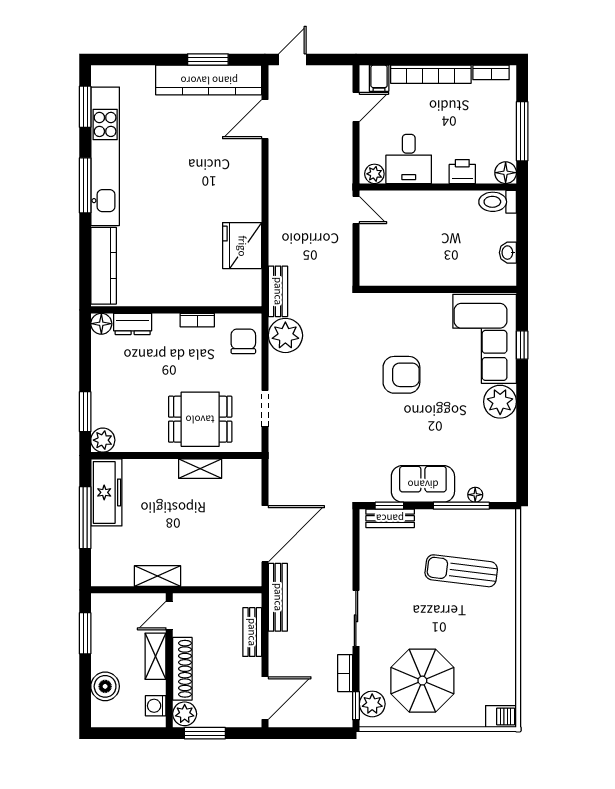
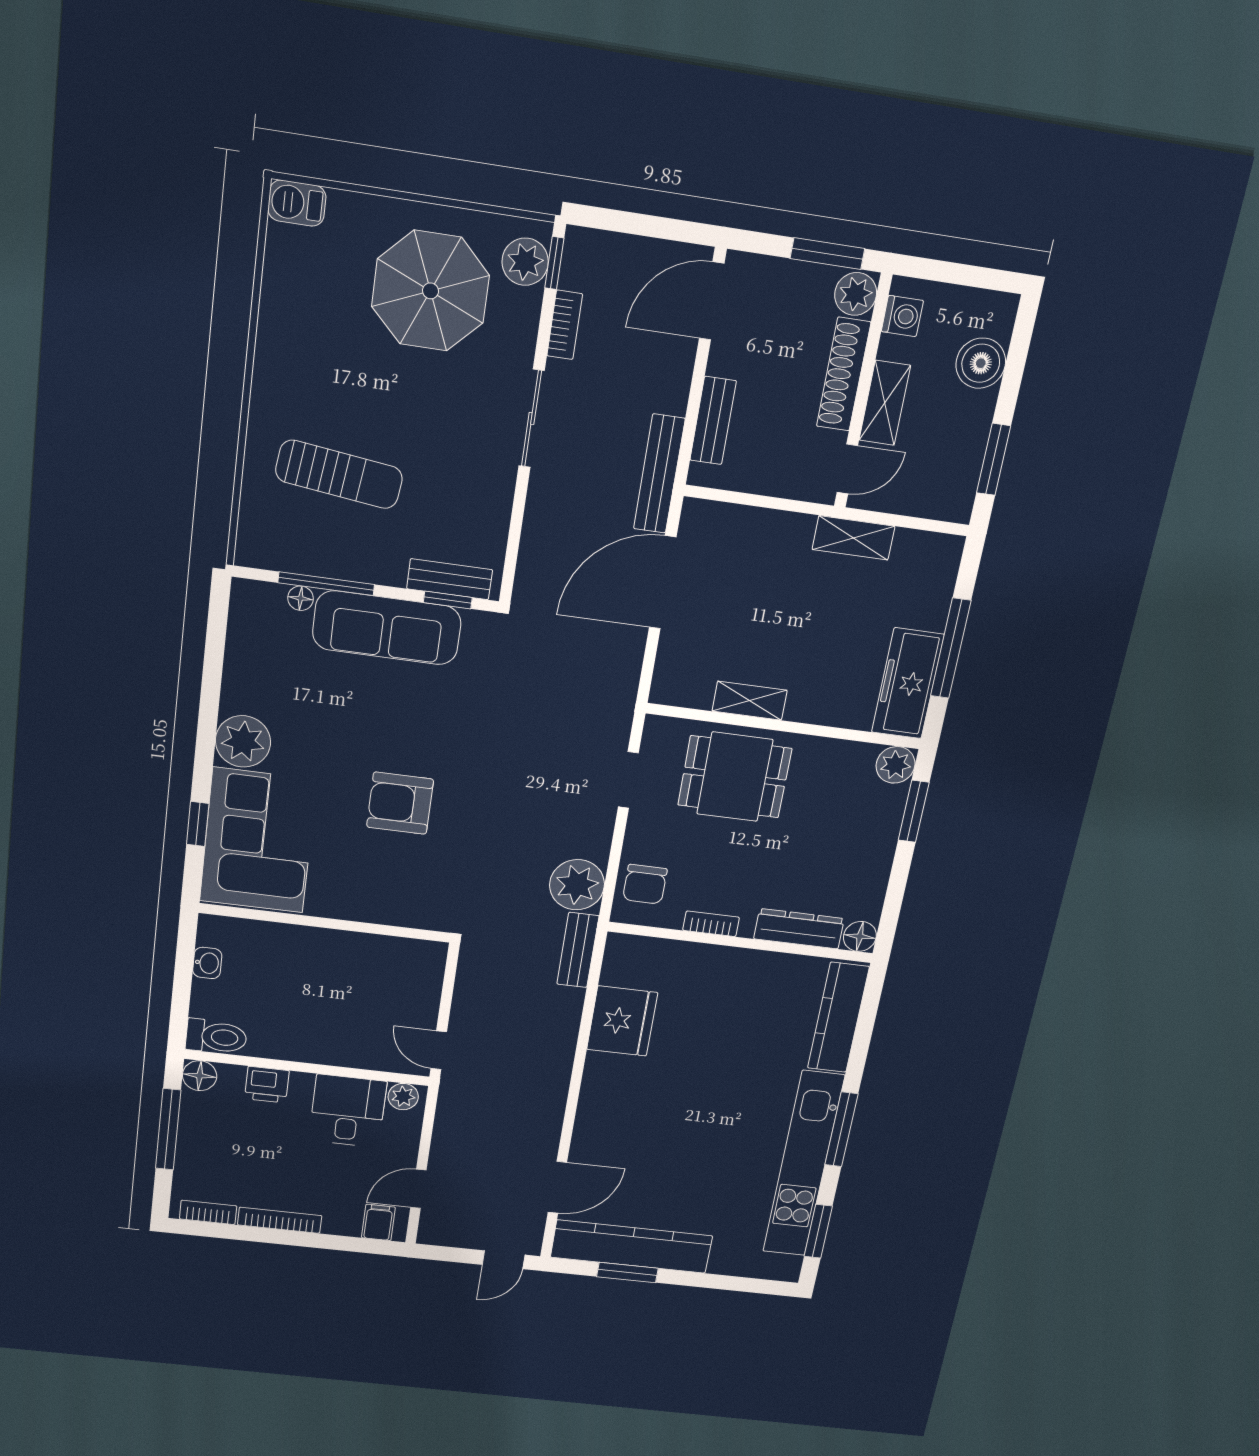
bookcase: (431, 74) -> (280, 1220), width x0.68, depth x0.76
dresser: (133, 324) -> (799, 929), width x1.44
sofa: (423, 484) -> (387, 628), width x1.36

